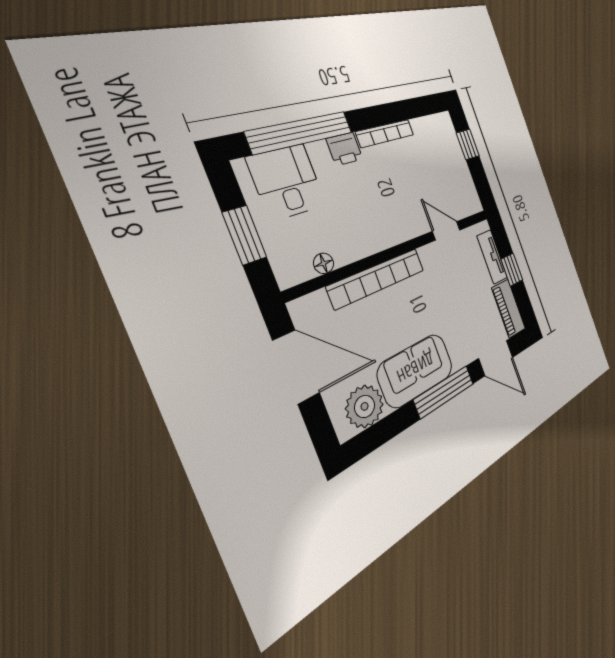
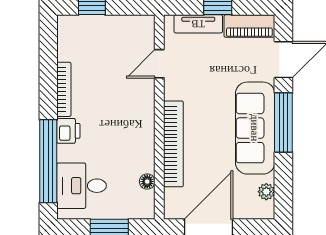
sofa: (416, 370) -> (255, 128), width x1.36
plant: (365, 406) -> (266, 192), width x0.53, depth x0.53

